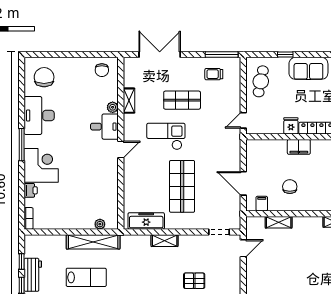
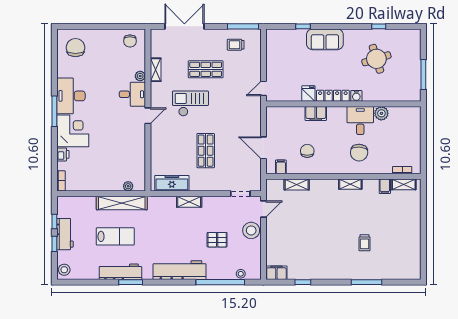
cafe table: (261, 81) -> (280, 52), removed
desk: (39, 116) -> (71, 96), moved
shop shelf: (182, 186) -> (206, 151), width x0.70, depth x0.74
stool: (230, 271) -> (251, 230), added

